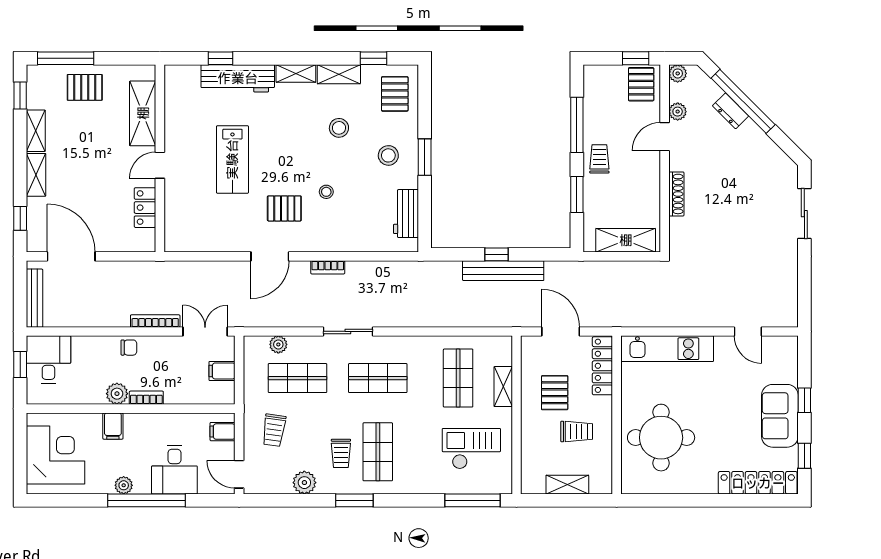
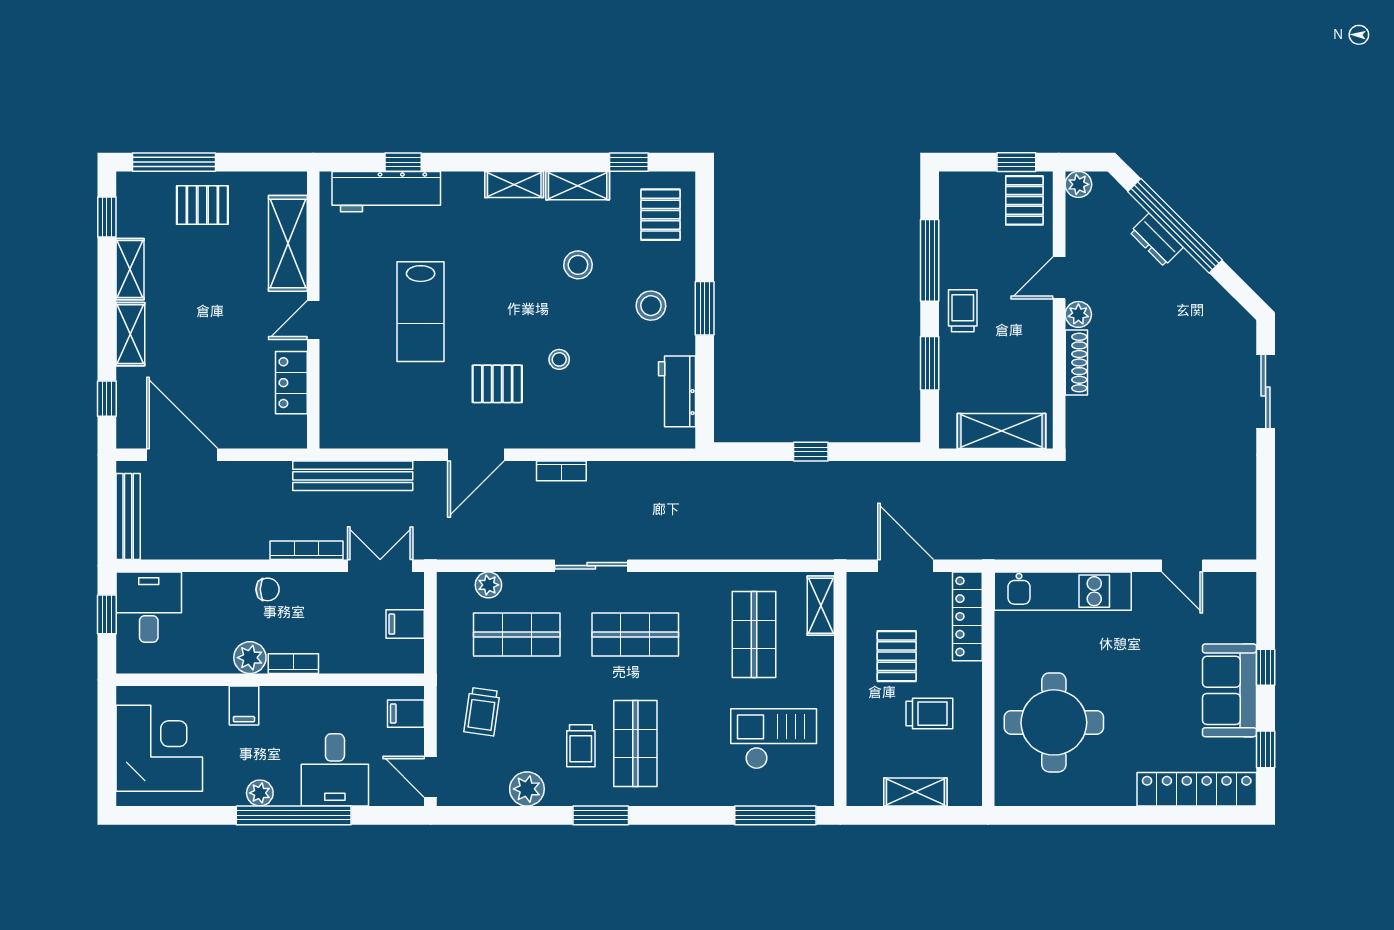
workbench: (238, 78) -> (386, 192), moved
plant: (678, 112) -> (1078, 314), moved
bench: (503, 271) -> (353, 476), moved
shelving: (503, 387) -> (821, 606), moved

